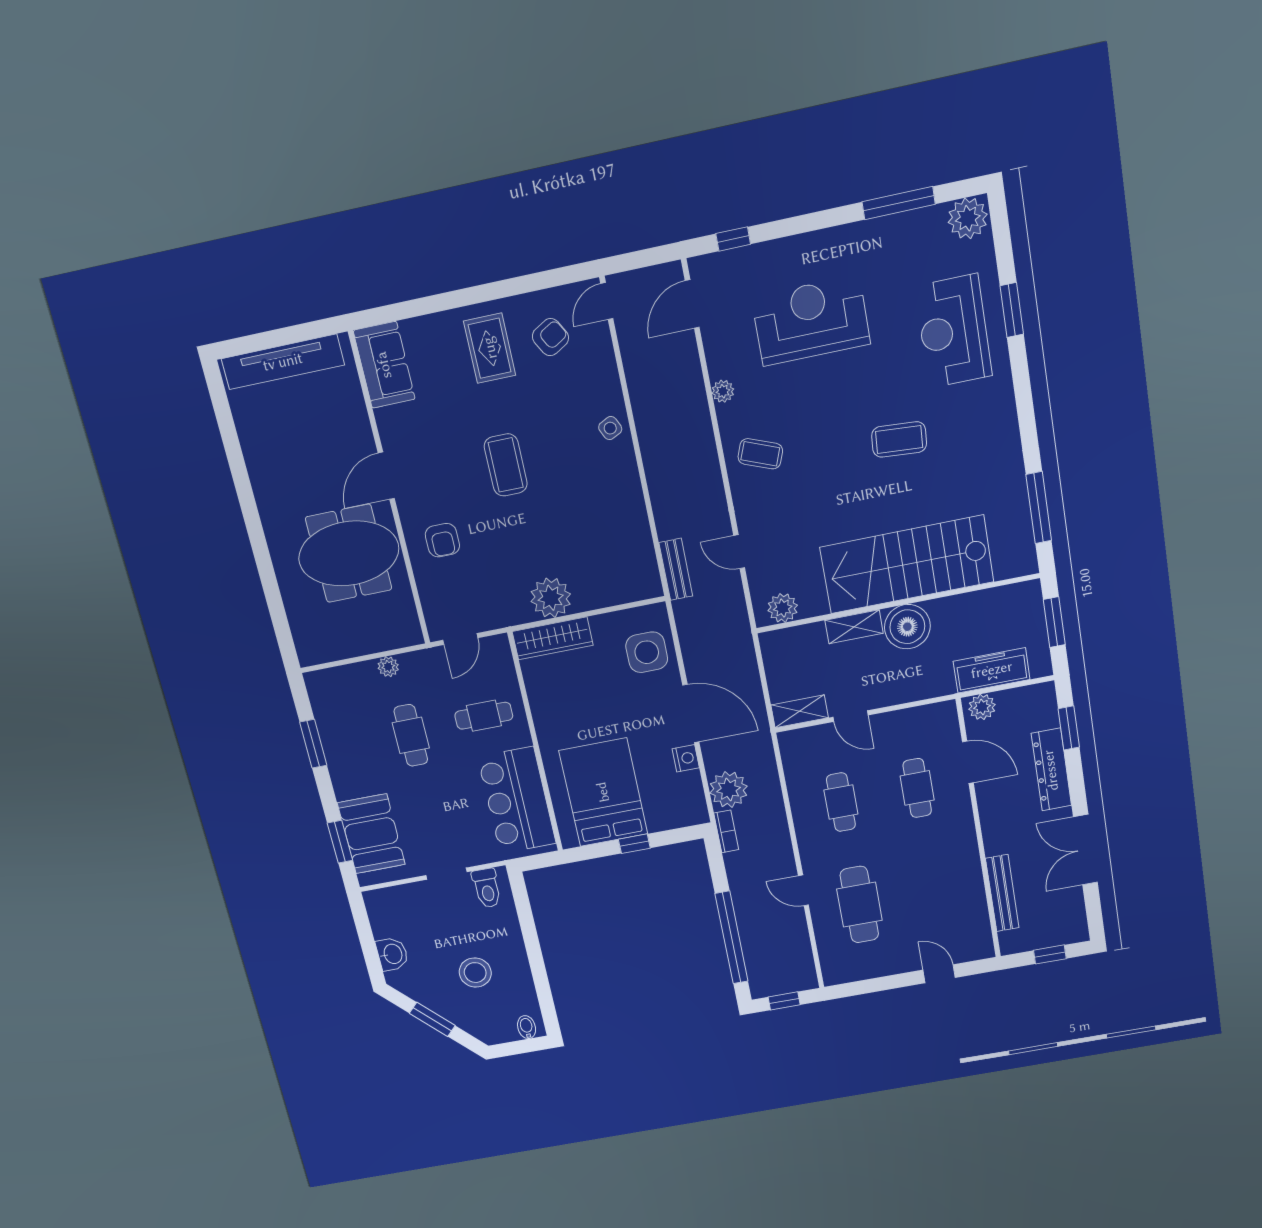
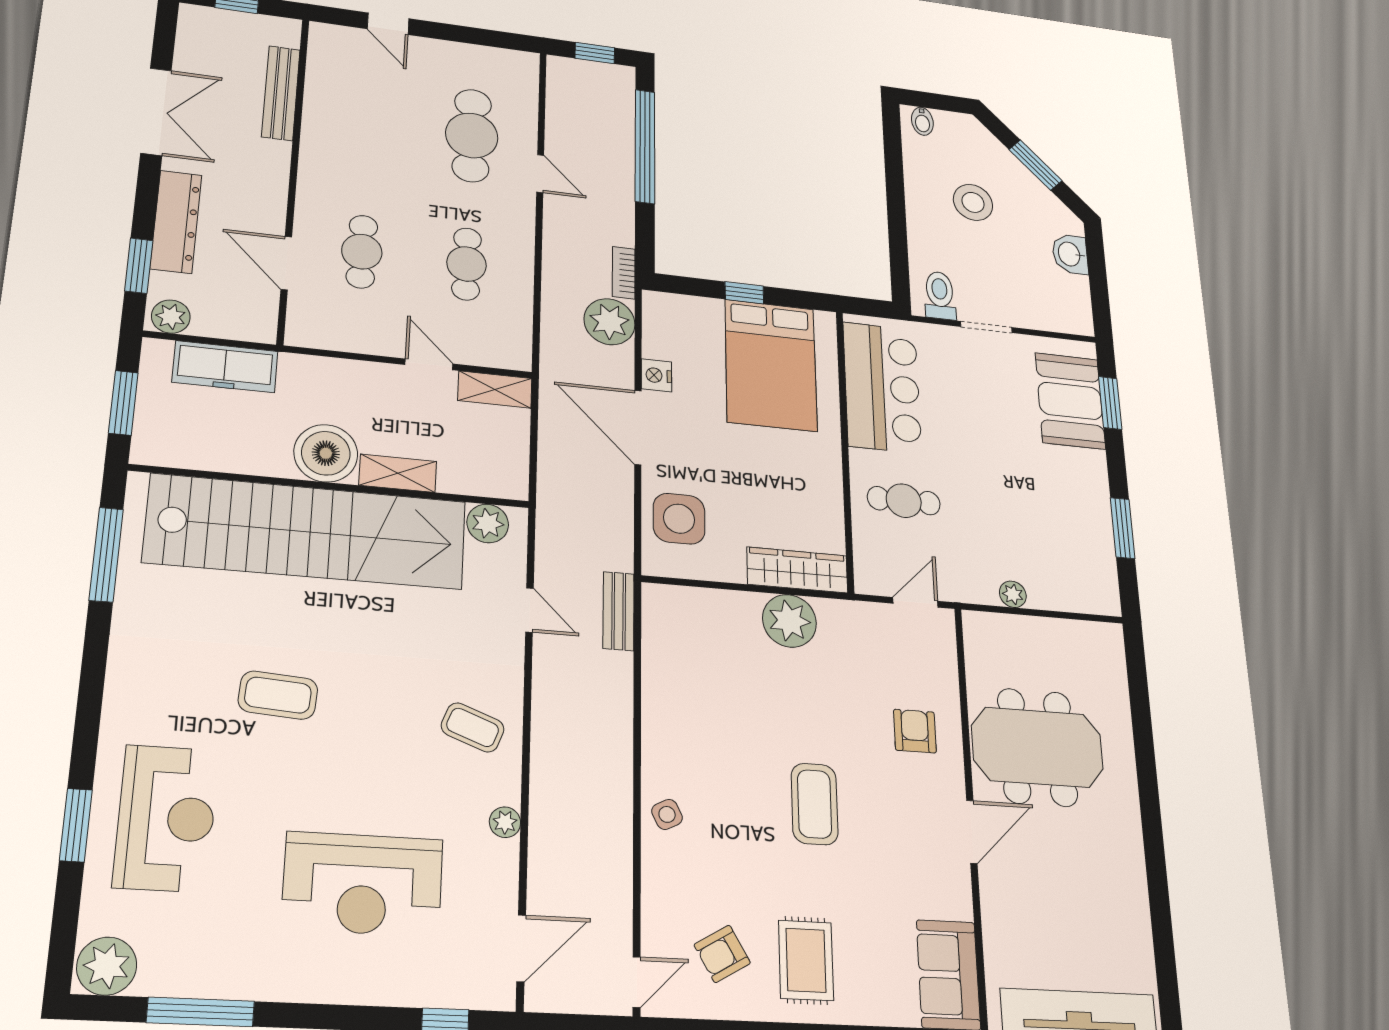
stairs: (907, 564) -> (307, 532), width x1.36
plant: (982, 707) -> (171, 317), moved
cafe table: (411, 735) -> (1000, 503), removed

